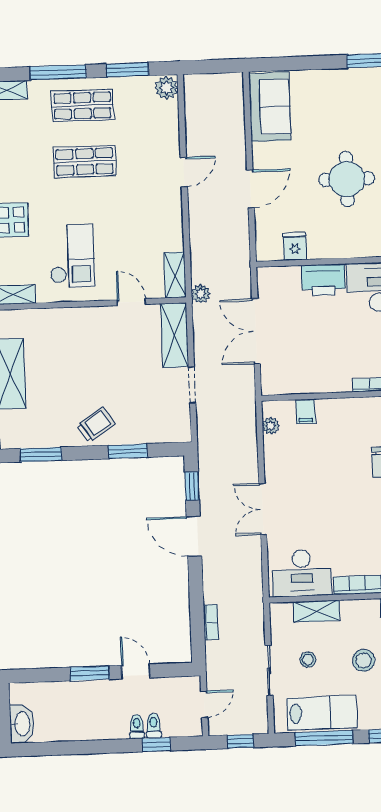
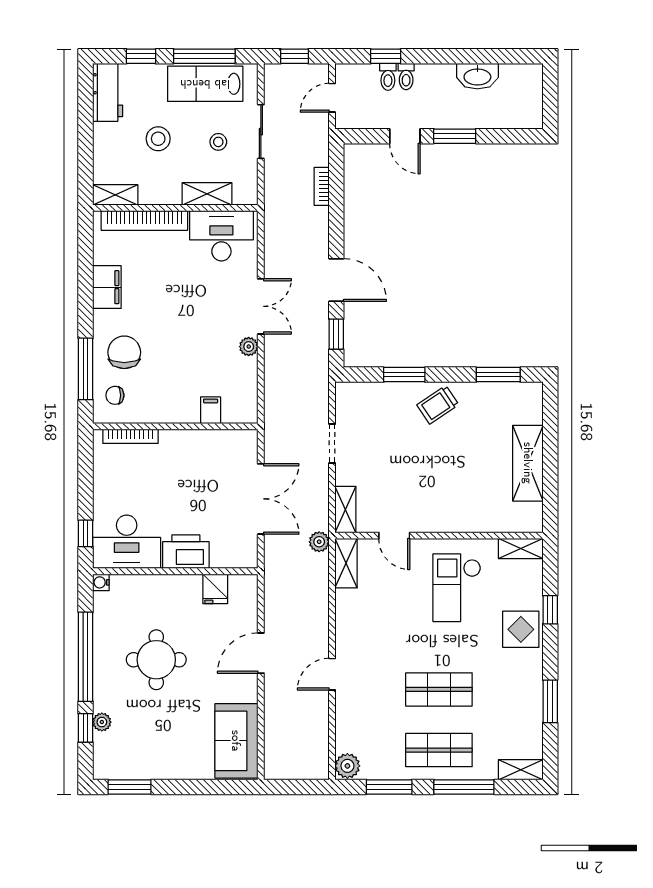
shelving: (175, 335) -> (345, 510), width x0.67, depth x0.75
plant: (271, 426) -> (249, 347), moved
washbasin: (22, 724) -> (477, 76), moved, turned -90

